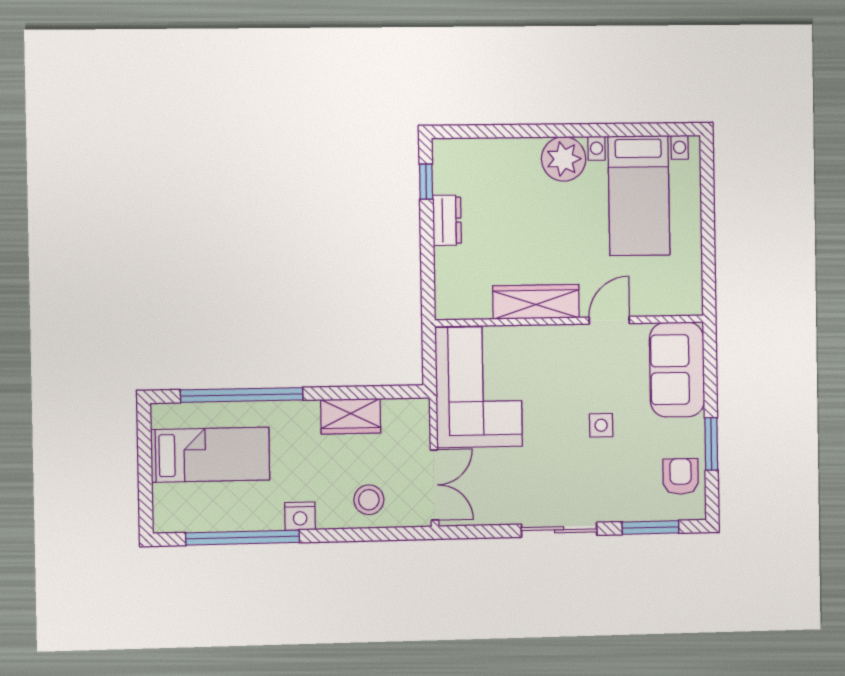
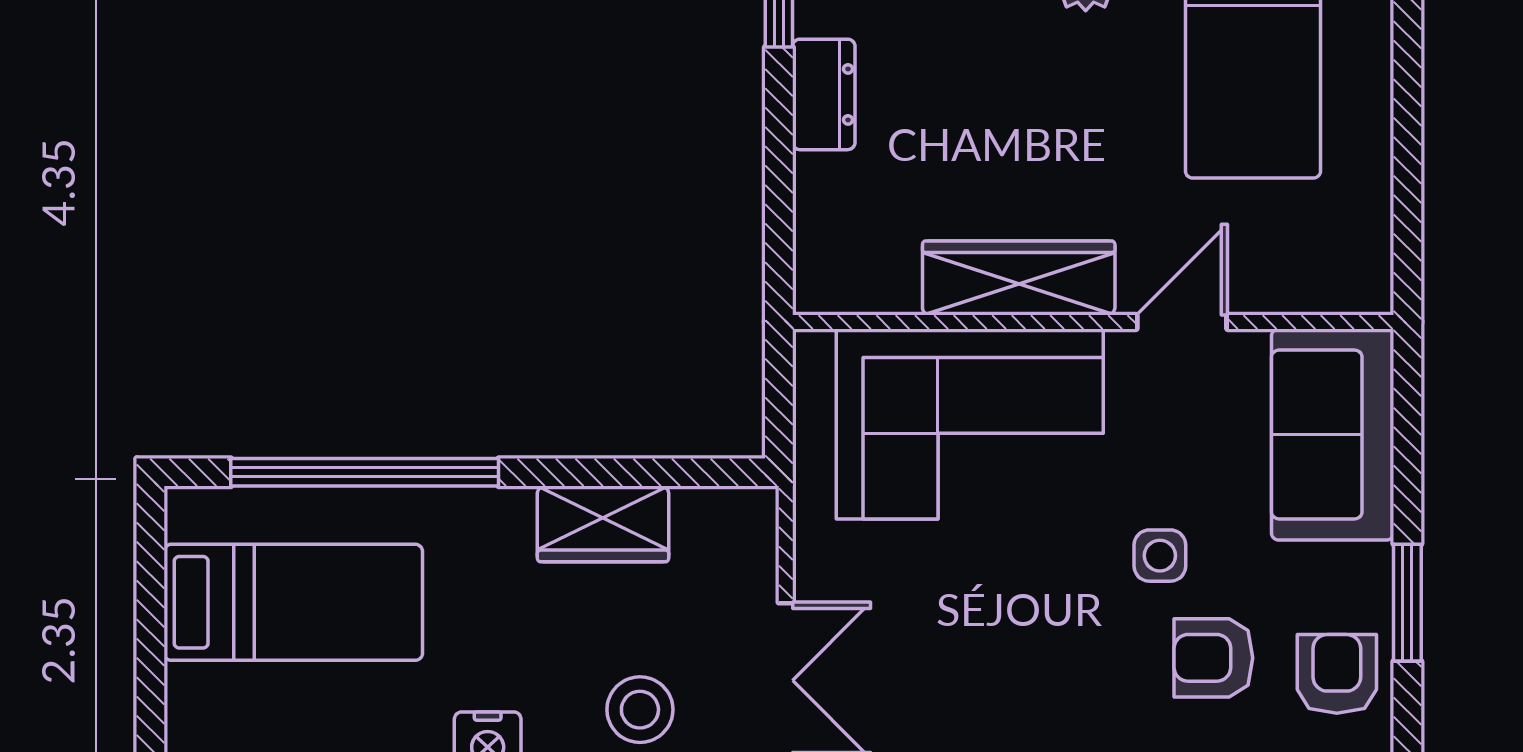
corner sofa: (479, 387) -> (970, 424), moved, turned 90
armchair: (626, 471) -> (1213, 658), added

